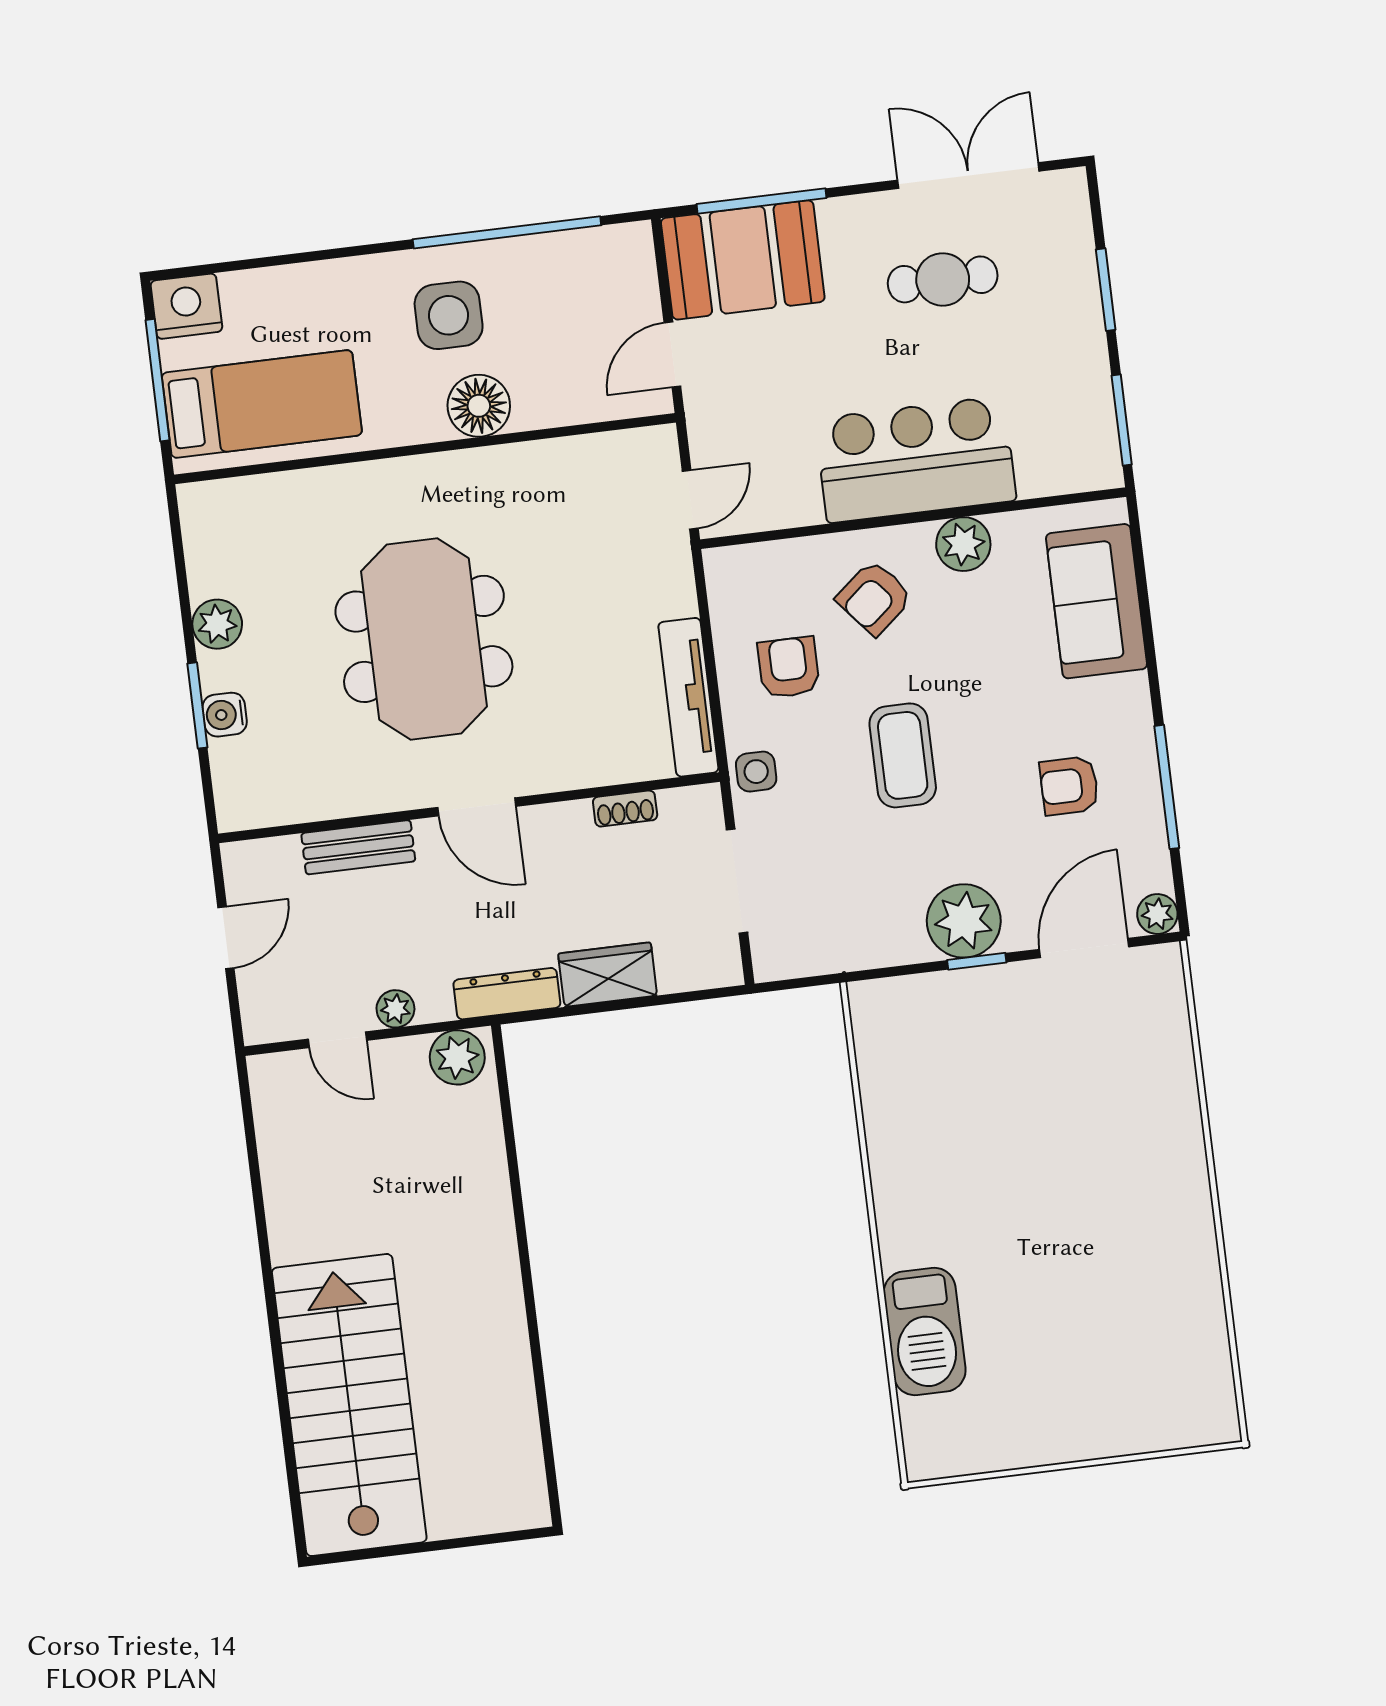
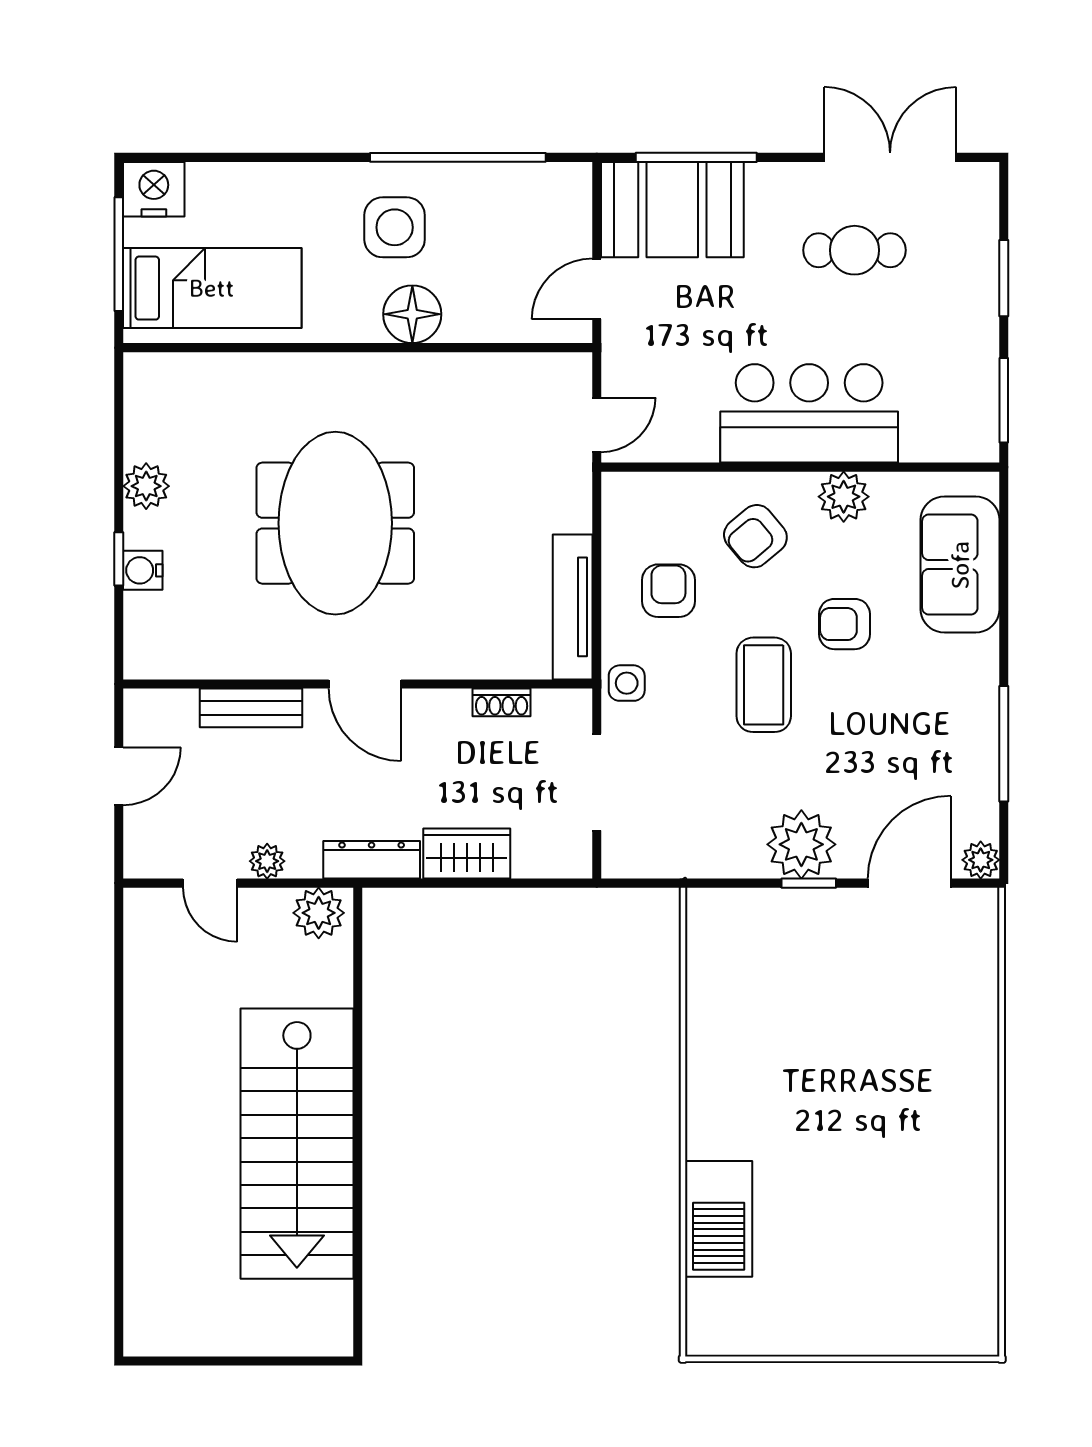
window: (197, 705) -> (119, 559), width x0.67
armchair: (1069, 786) -> (844, 624), moved
stairs: (349, 1405) -> (297, 1144), moved, turned 180

